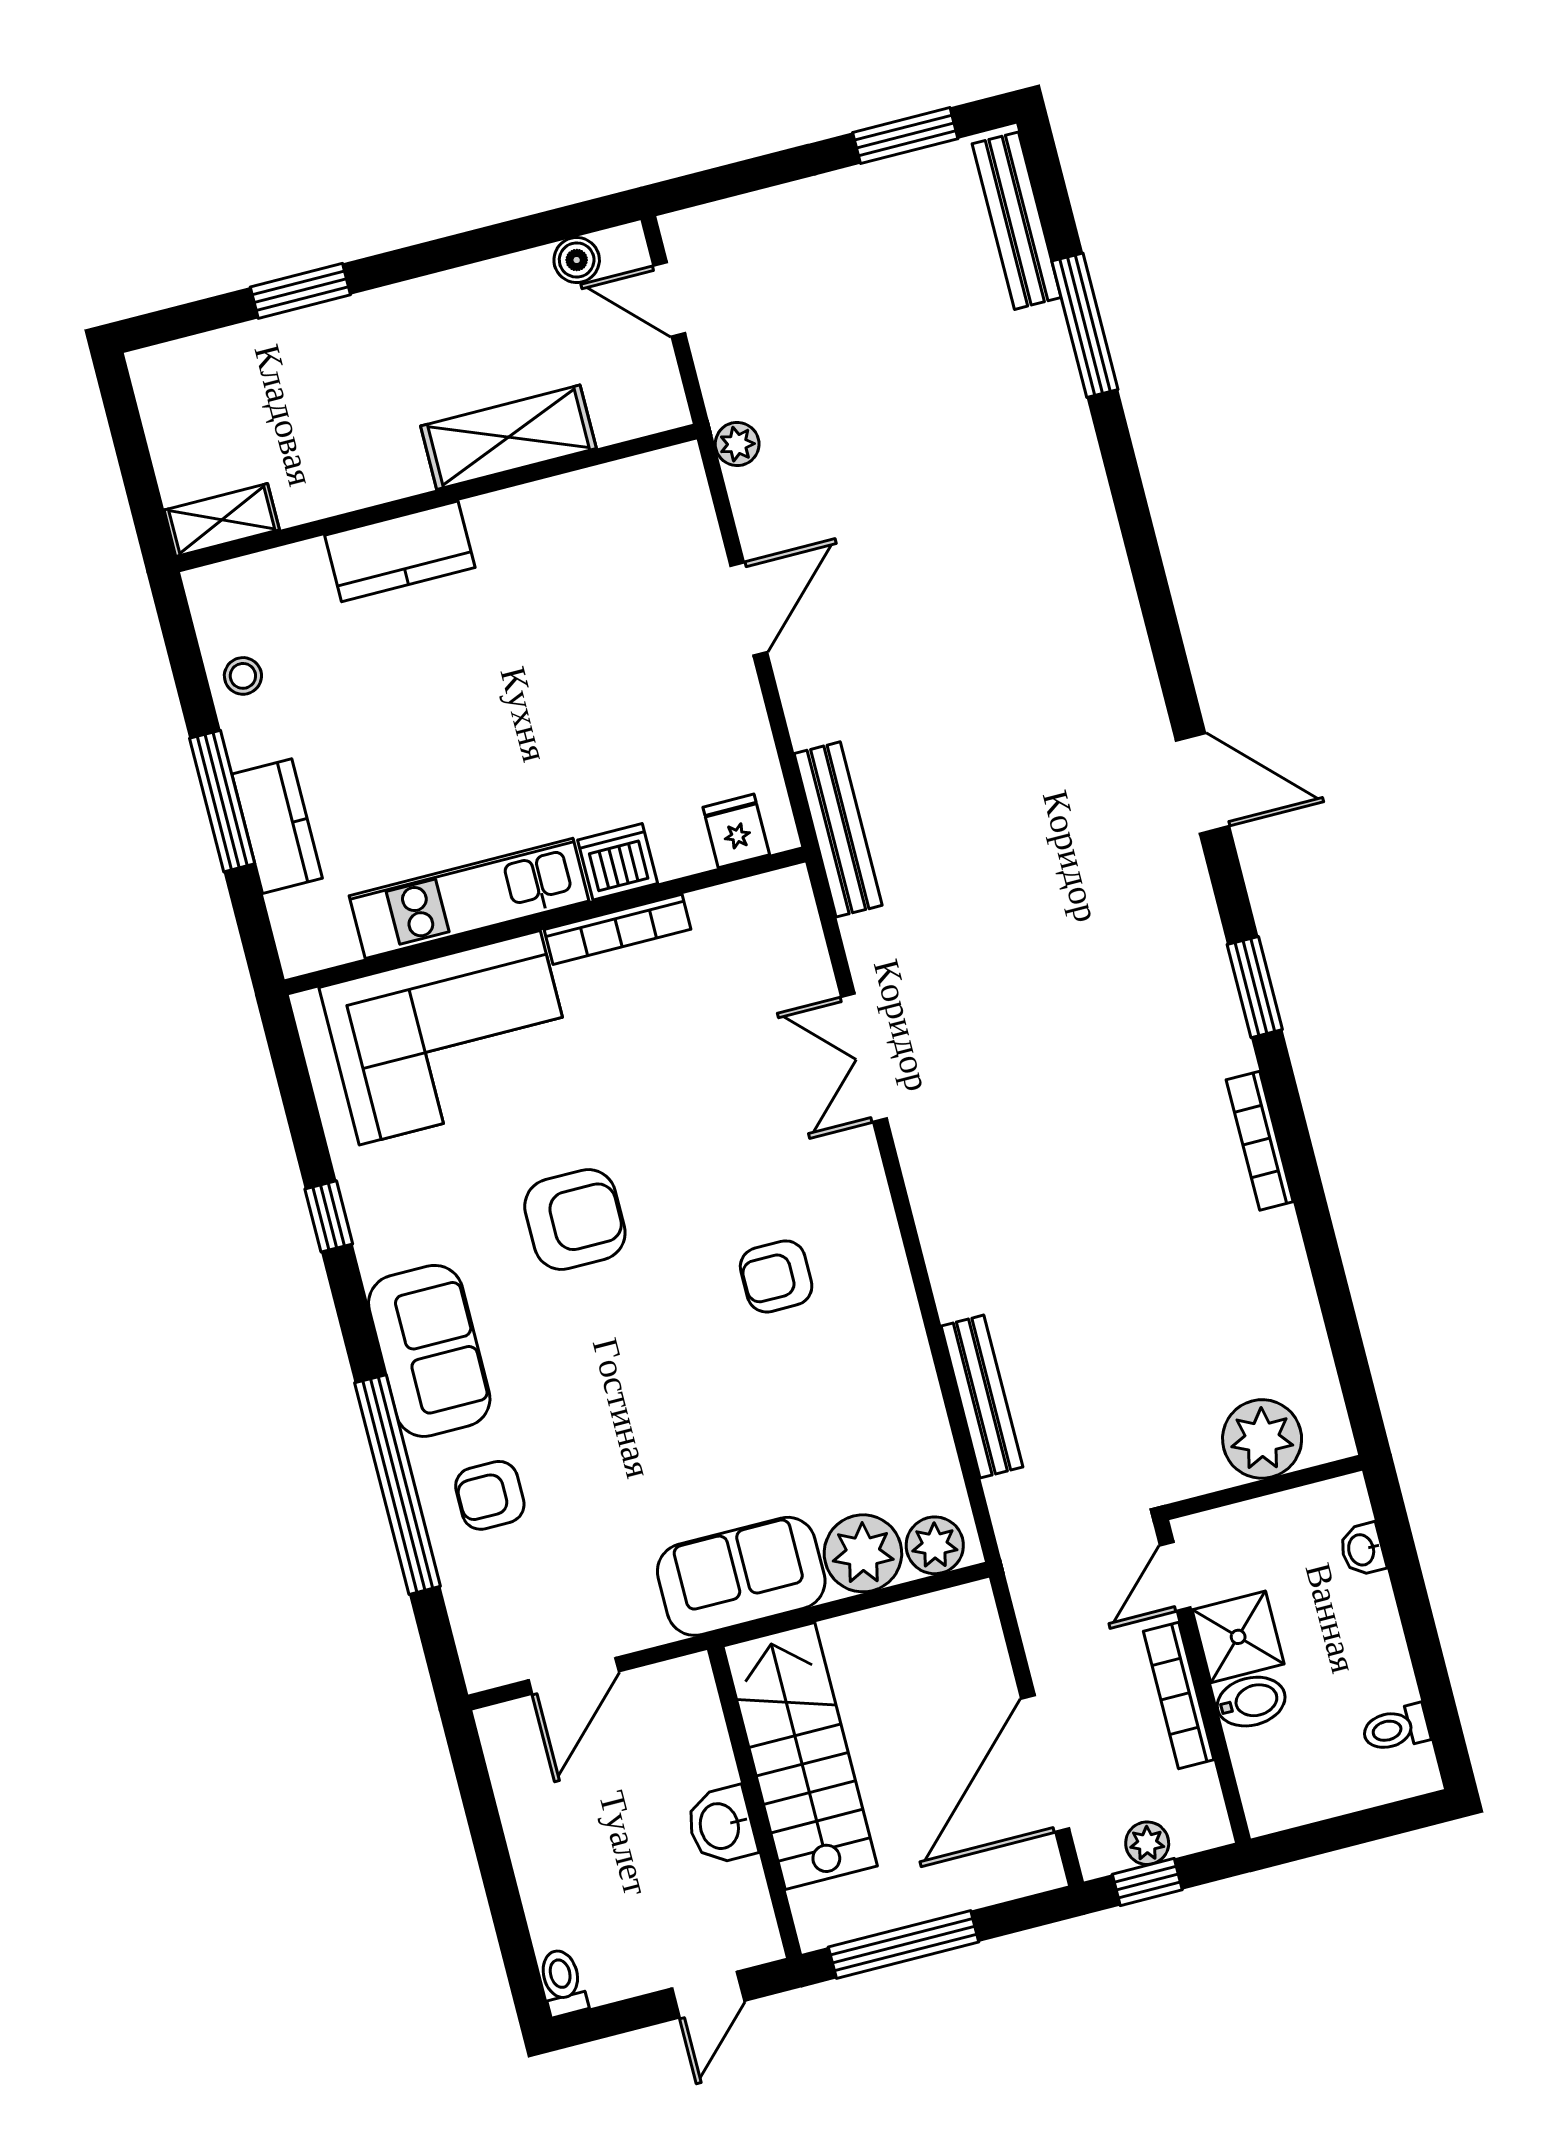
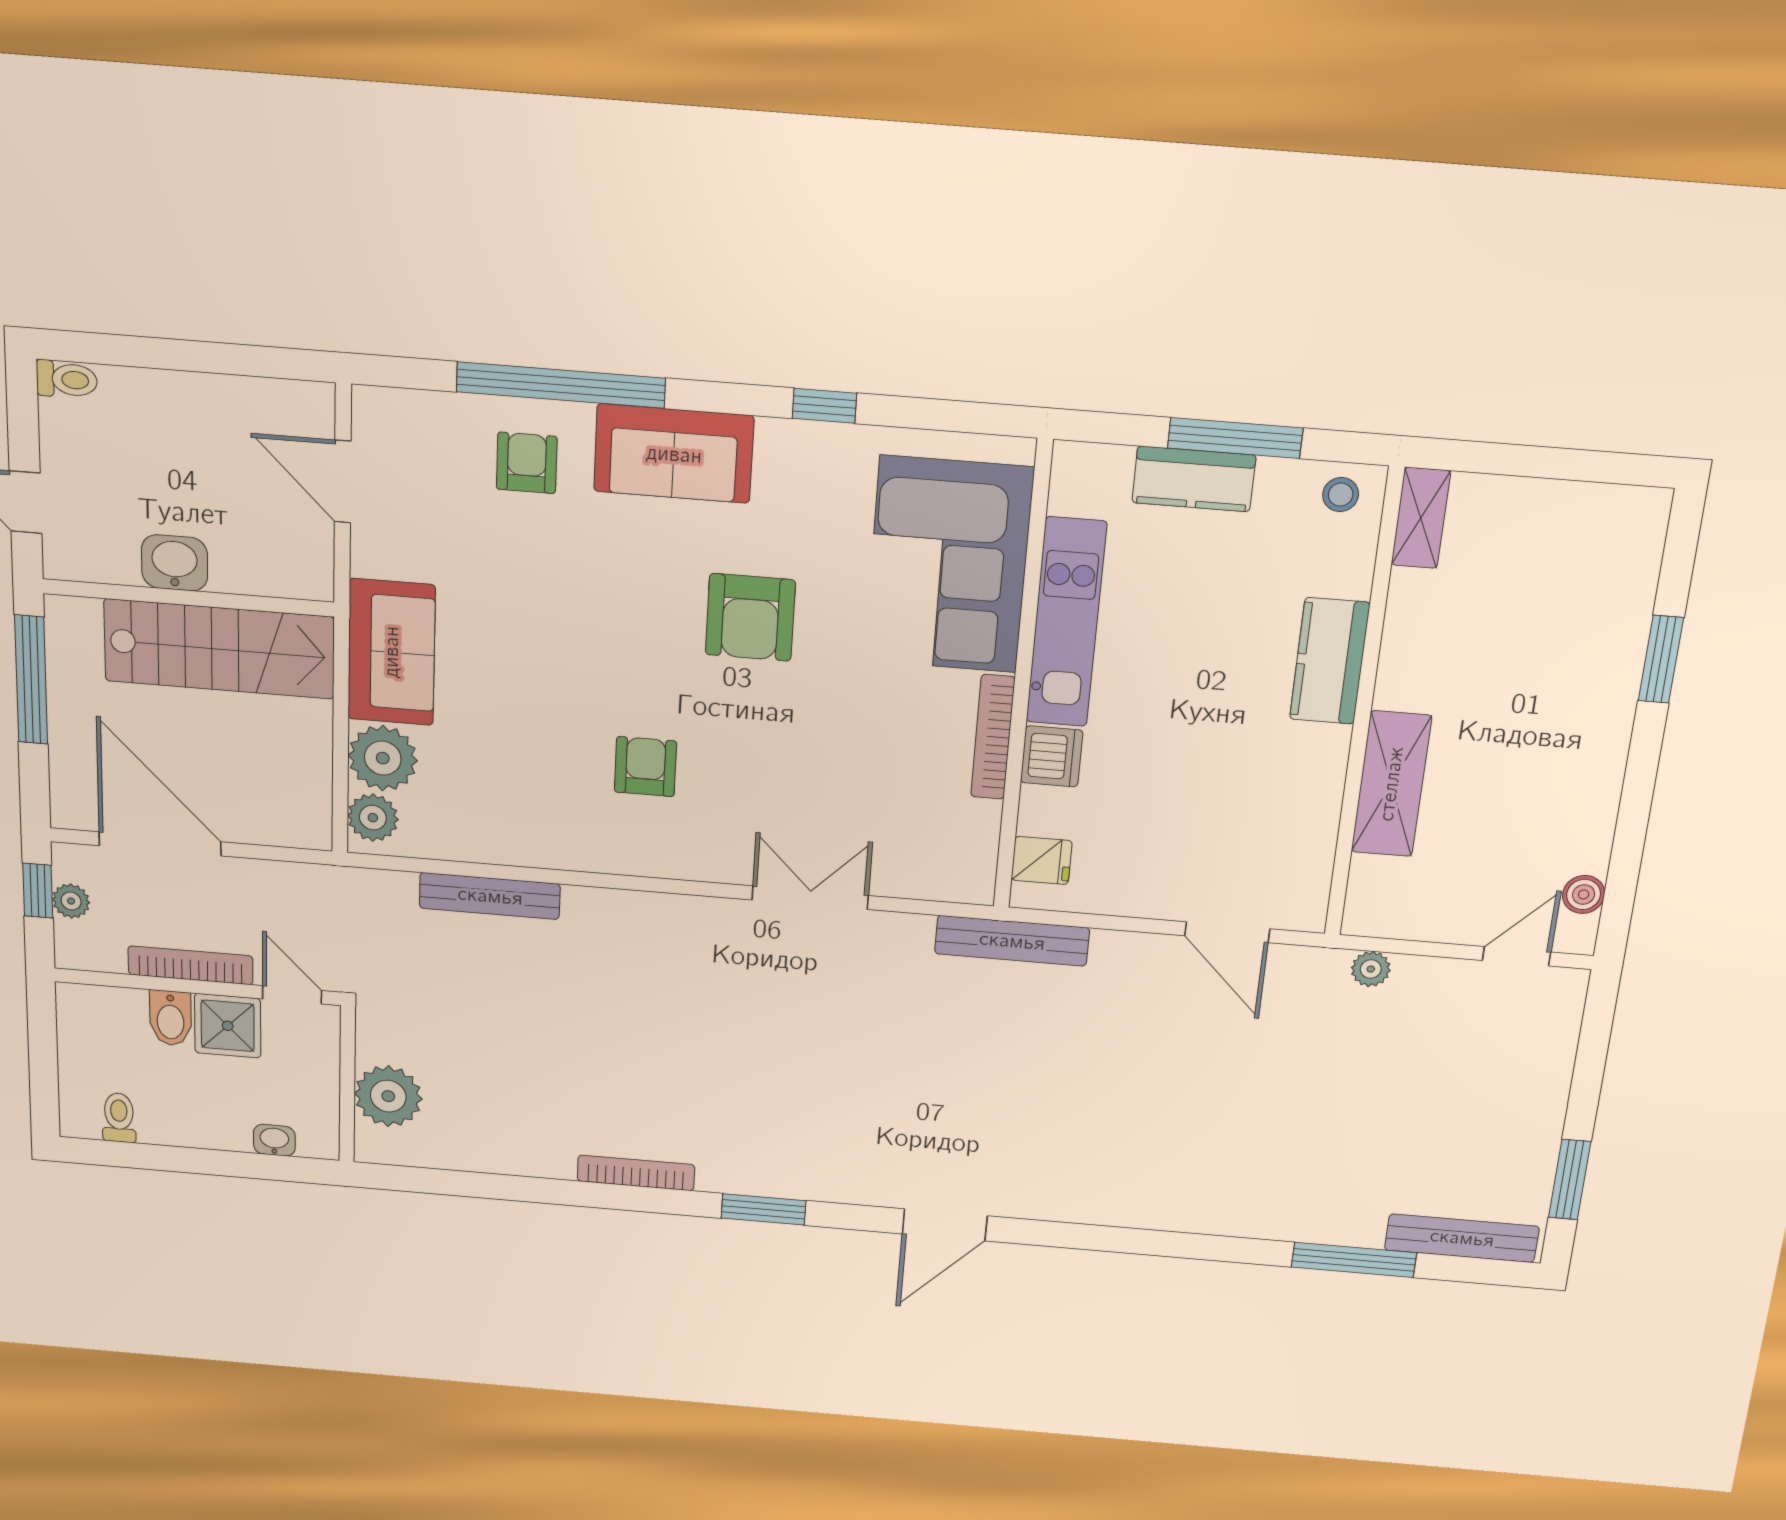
shelving: (508, 437) -> (1391, 784), moved
wall: (436, 498) -> (1364, 707), moved
shelving: (222, 520) -> (1421, 518), moved
kitchen counter: (400, 551) -> (1330, 661), moved

